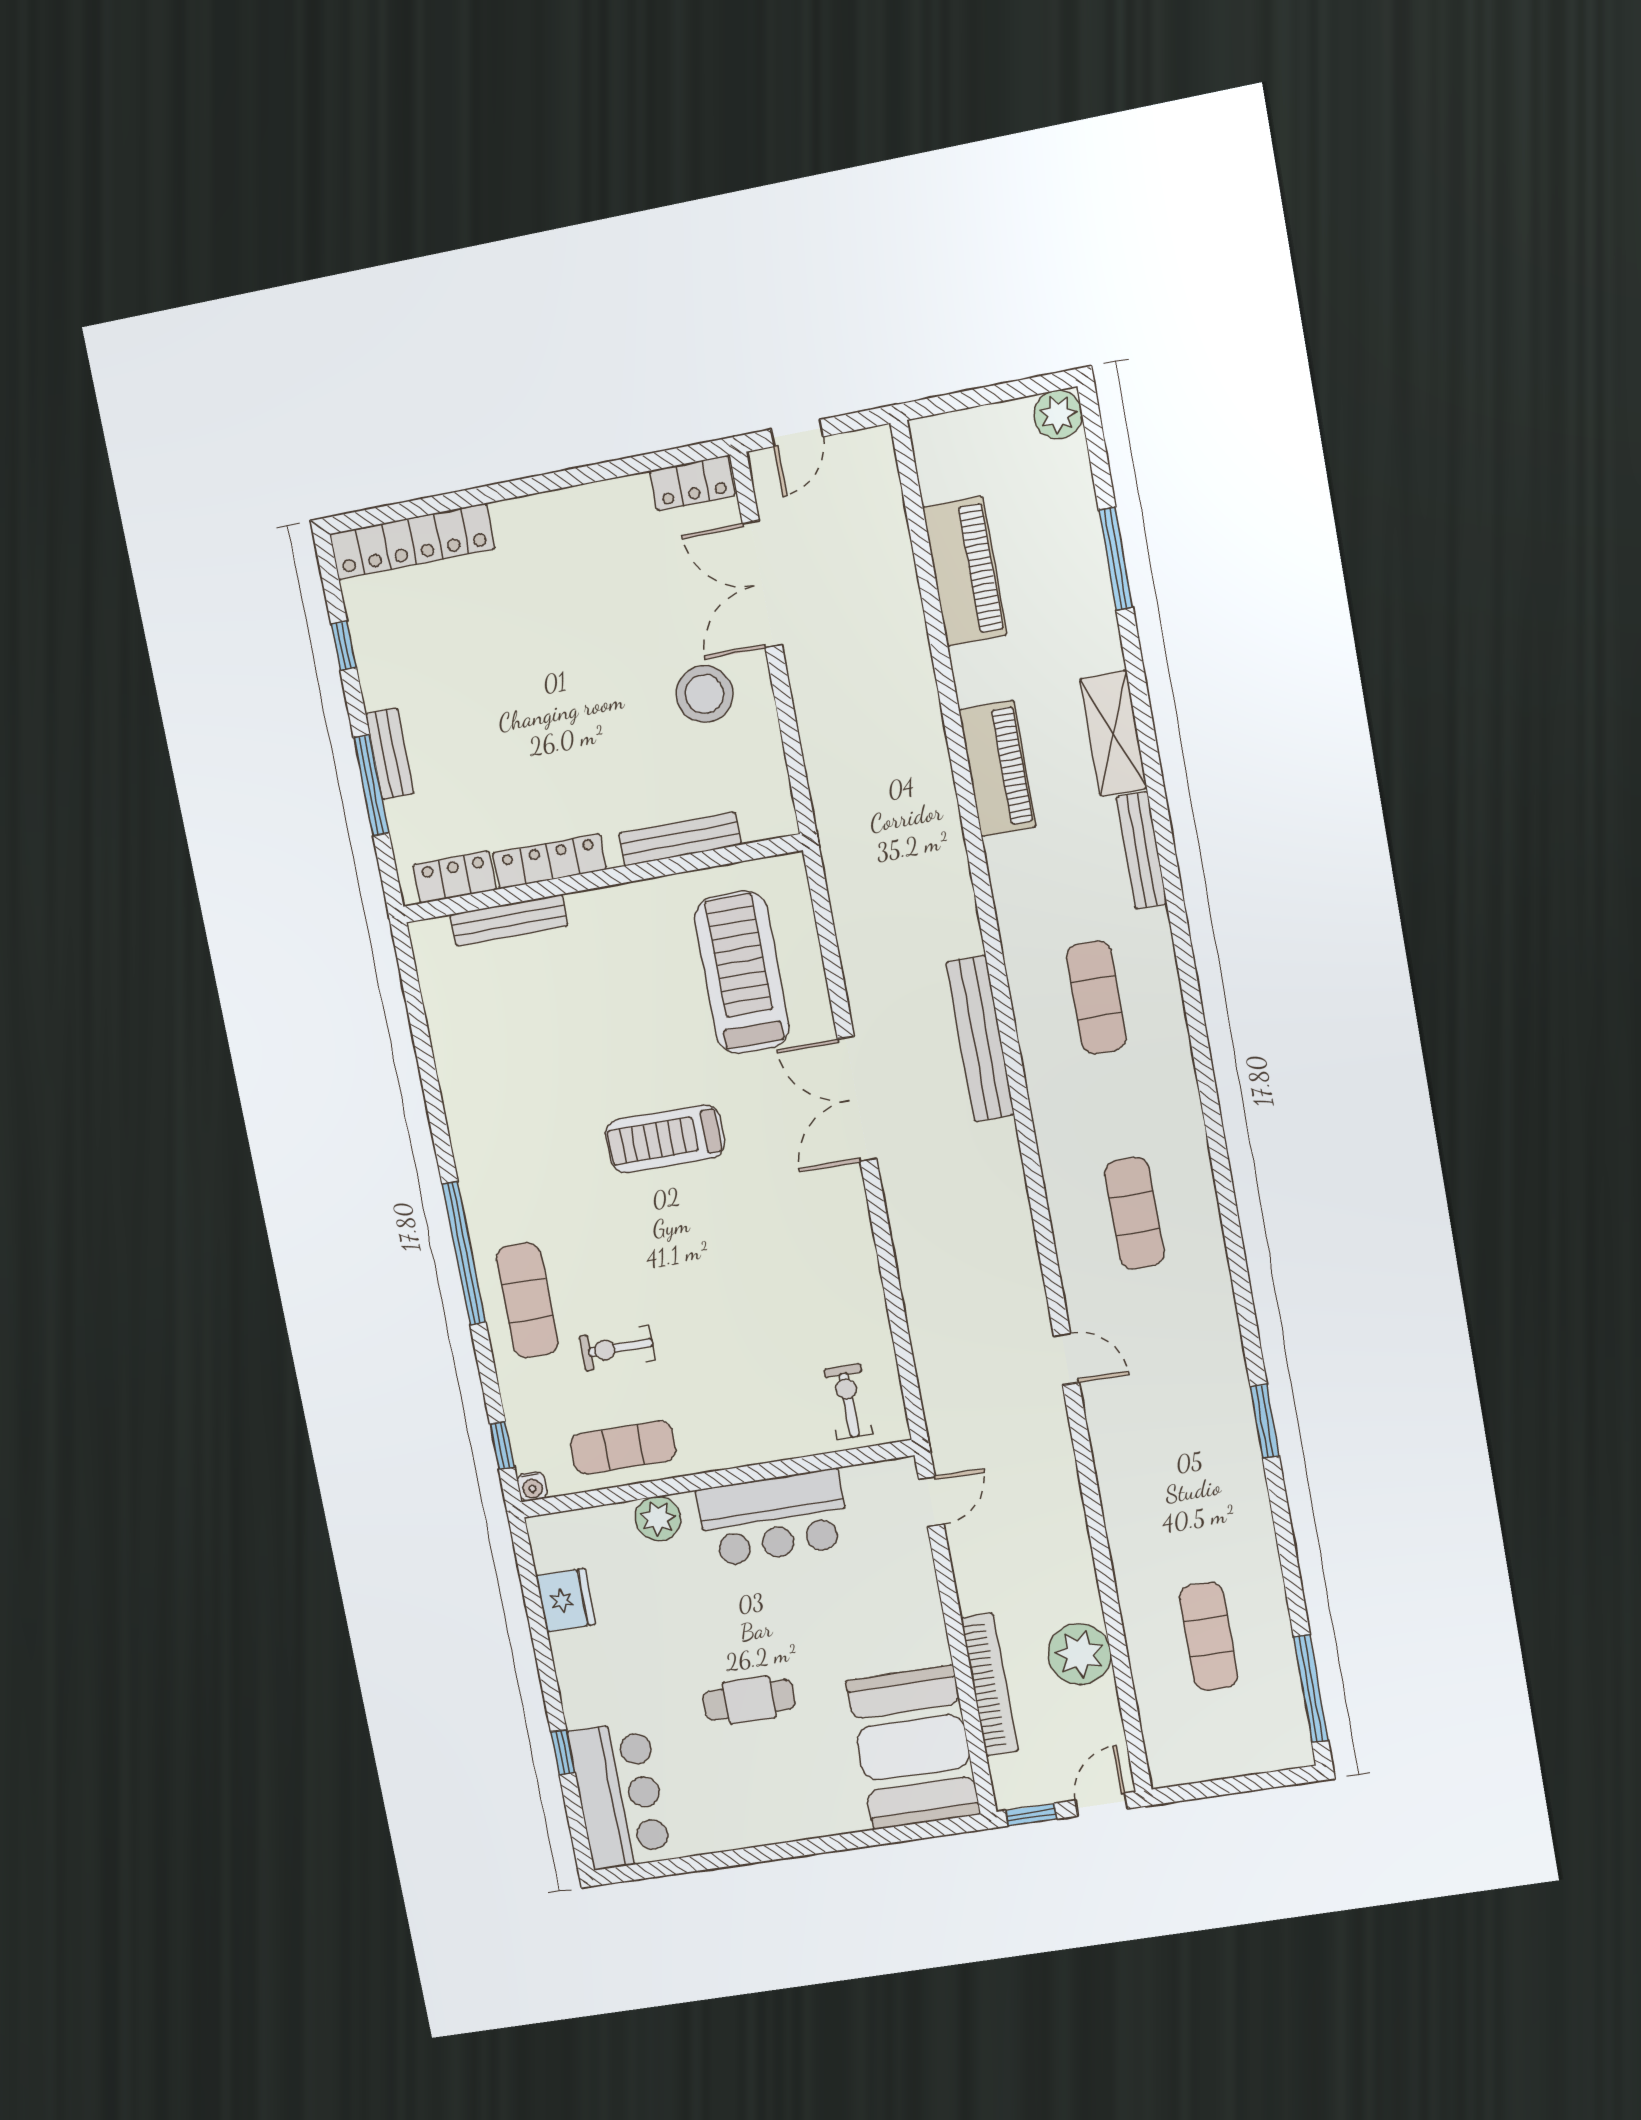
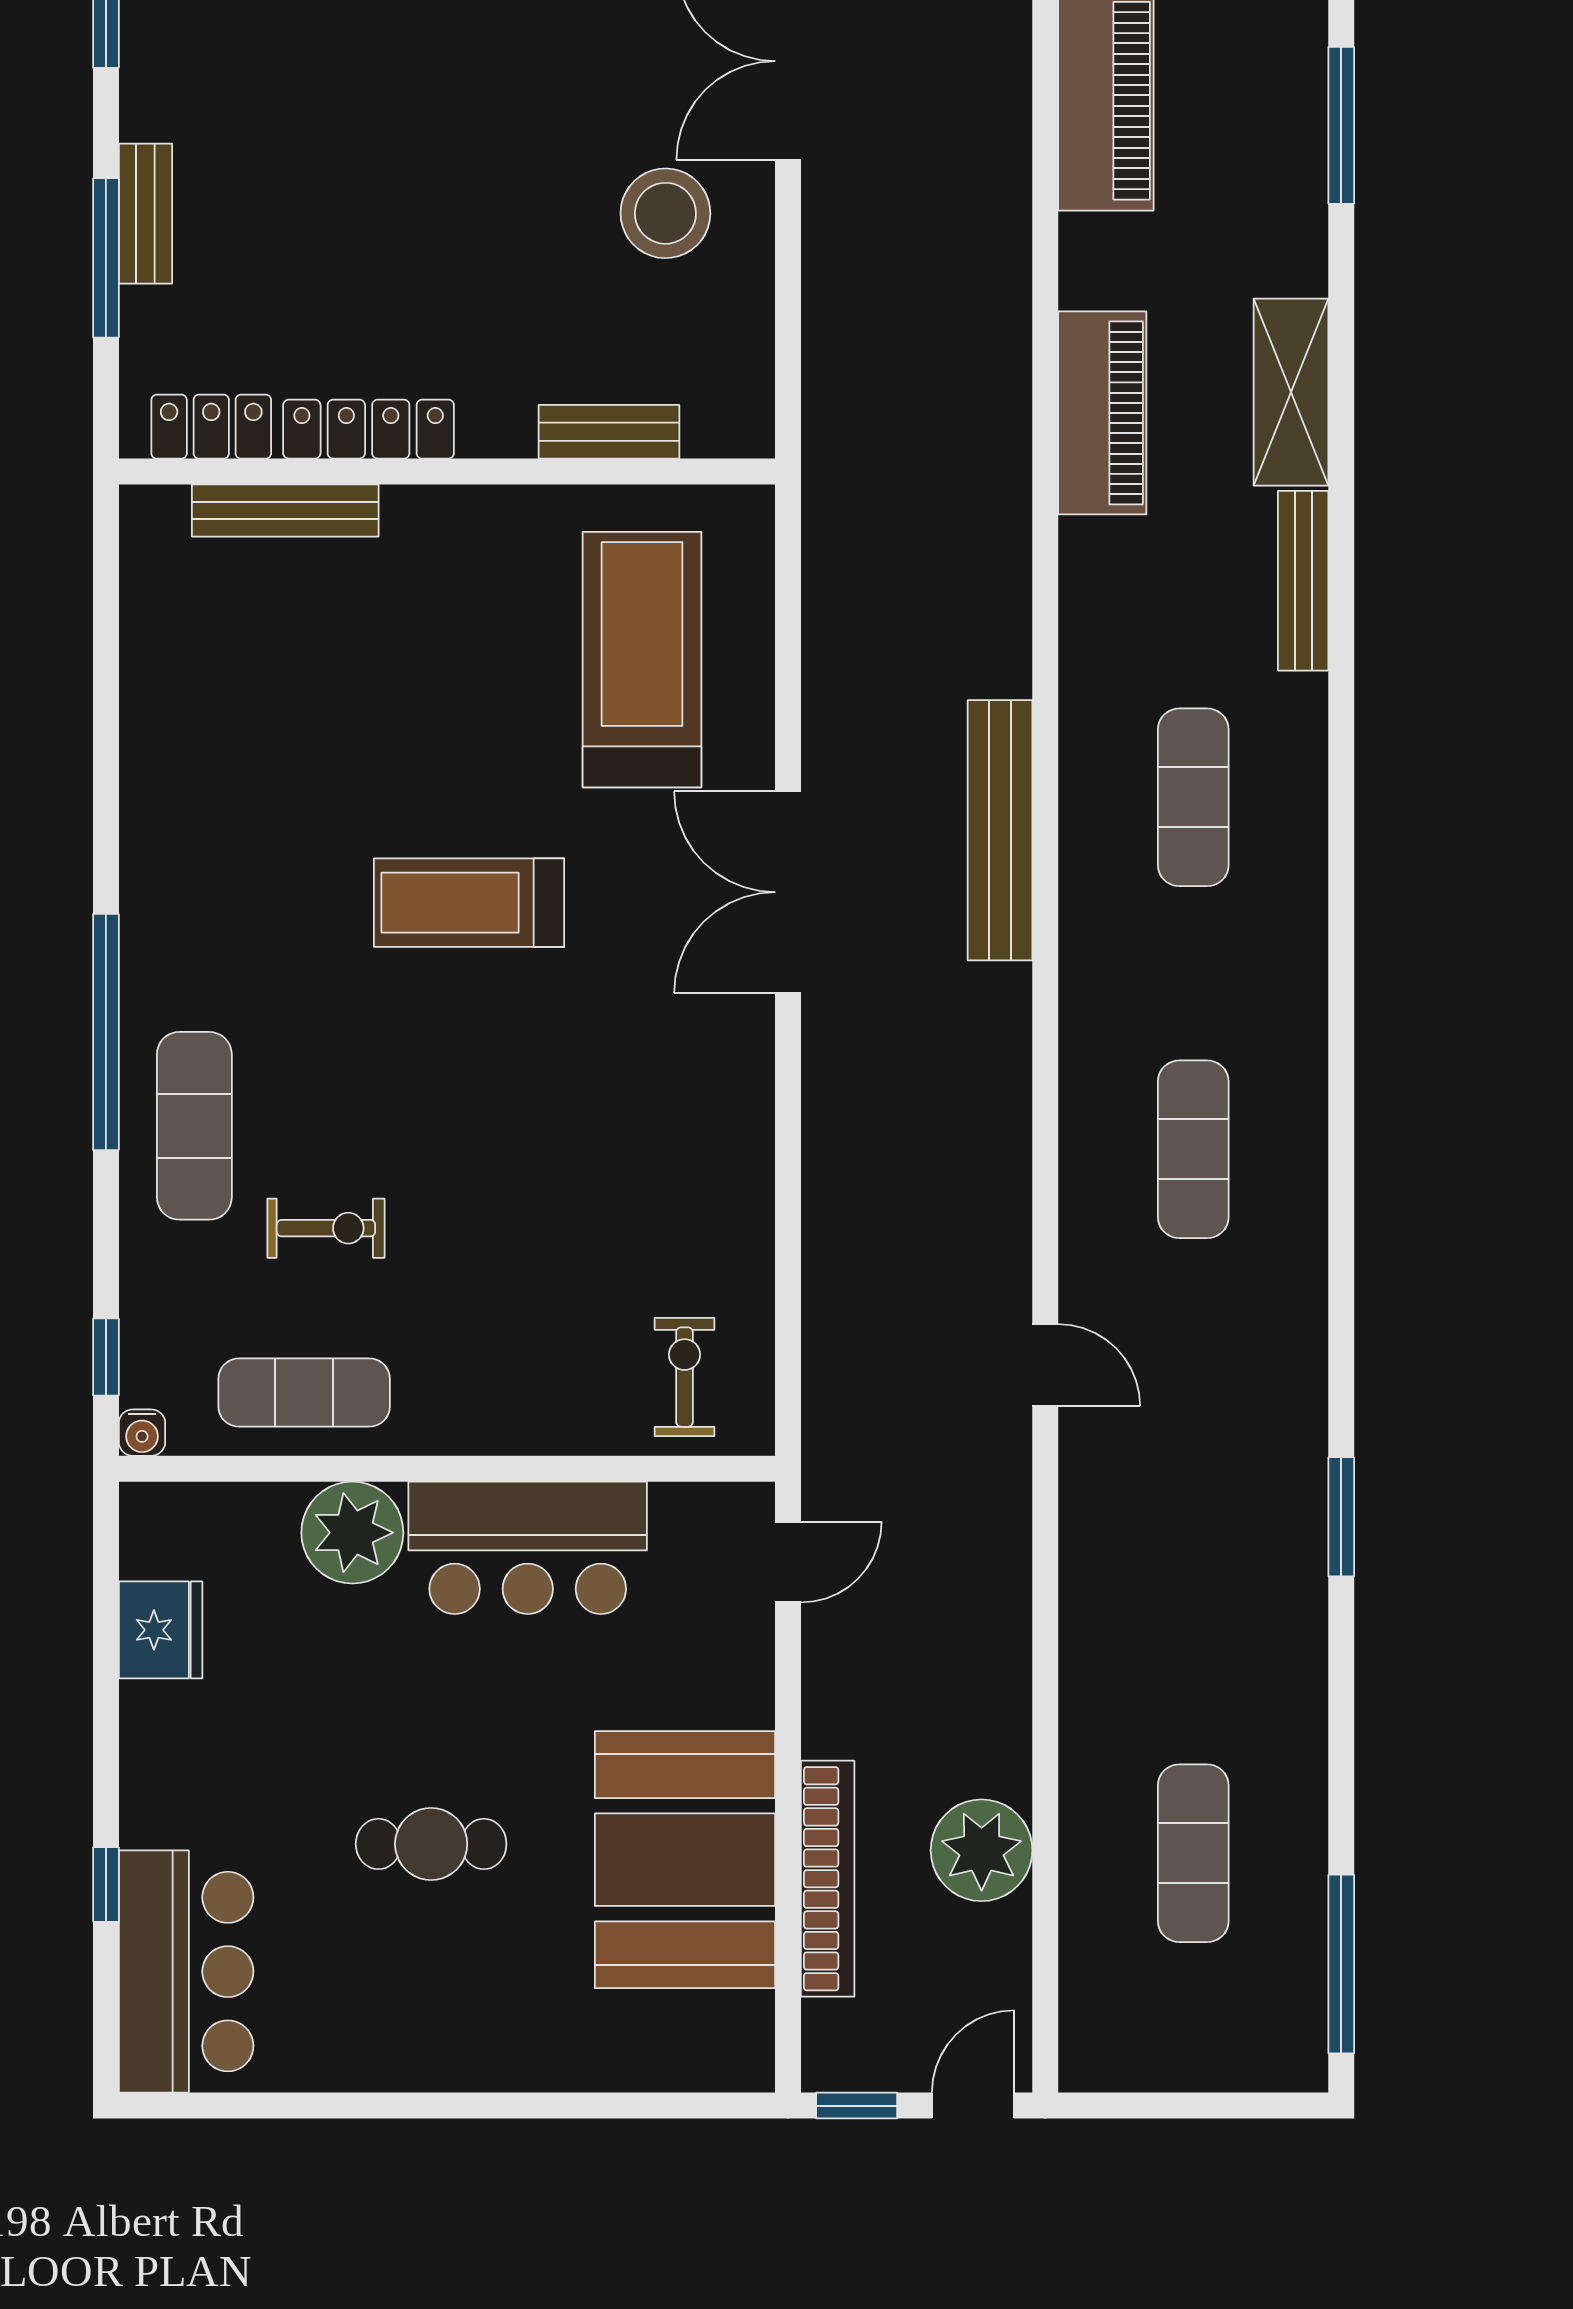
bench: (680, 839) -> (609, 432), width x0.73
exercise bike: (617, 1348) -> (326, 1228), turned 180
plant: (658, 1519) -> (352, 1533), width x1.36, depth x1.36
booth: (913, 1747) -> (685, 1860), moved

